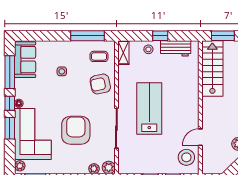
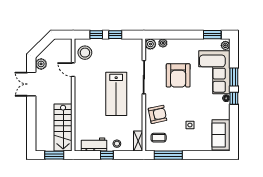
window: (10, 72) -> (234, 124), removed
door: (200, 137) -> (73, 70), swing flipped

